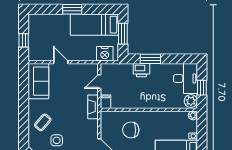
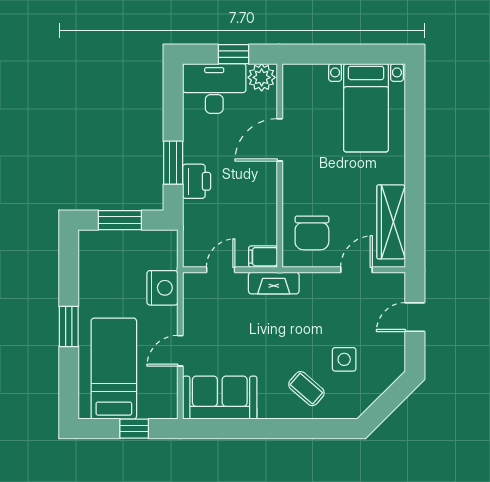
bed: (94, 25) -> (114, 369), moved, turned 180
nightstand: (105, 54) -> (162, 288), moved
door: (99, 82) -> (221, 270), swing flipped
door: (161, 110) -> (280, 140), added
plant: (193, 115) -> (292, 73), removed
chair: (131, 130) -> (312, 233), moved

